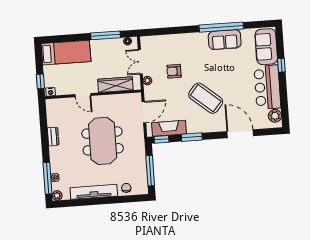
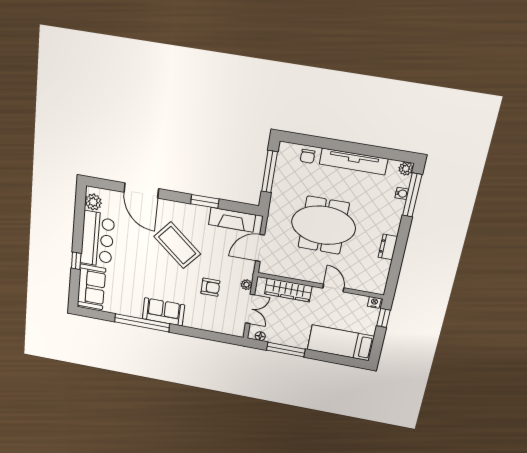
sofa: (225, 40) -> (163, 312), moved
window: (162, 139) -> (245, 208), removed
meeting table: (103, 141) -> (323, 225), turned 90

